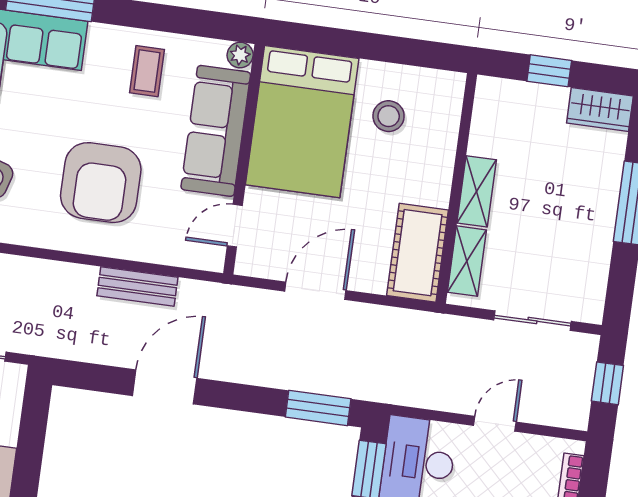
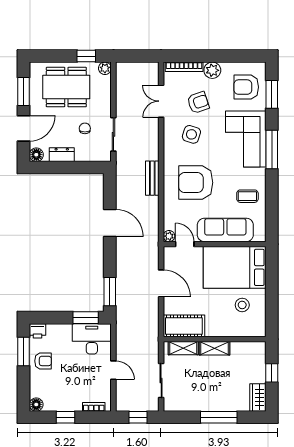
plant: (240, 55) -> (169, 236), moved
bench: (137, 287) -> (152, 178), moved

